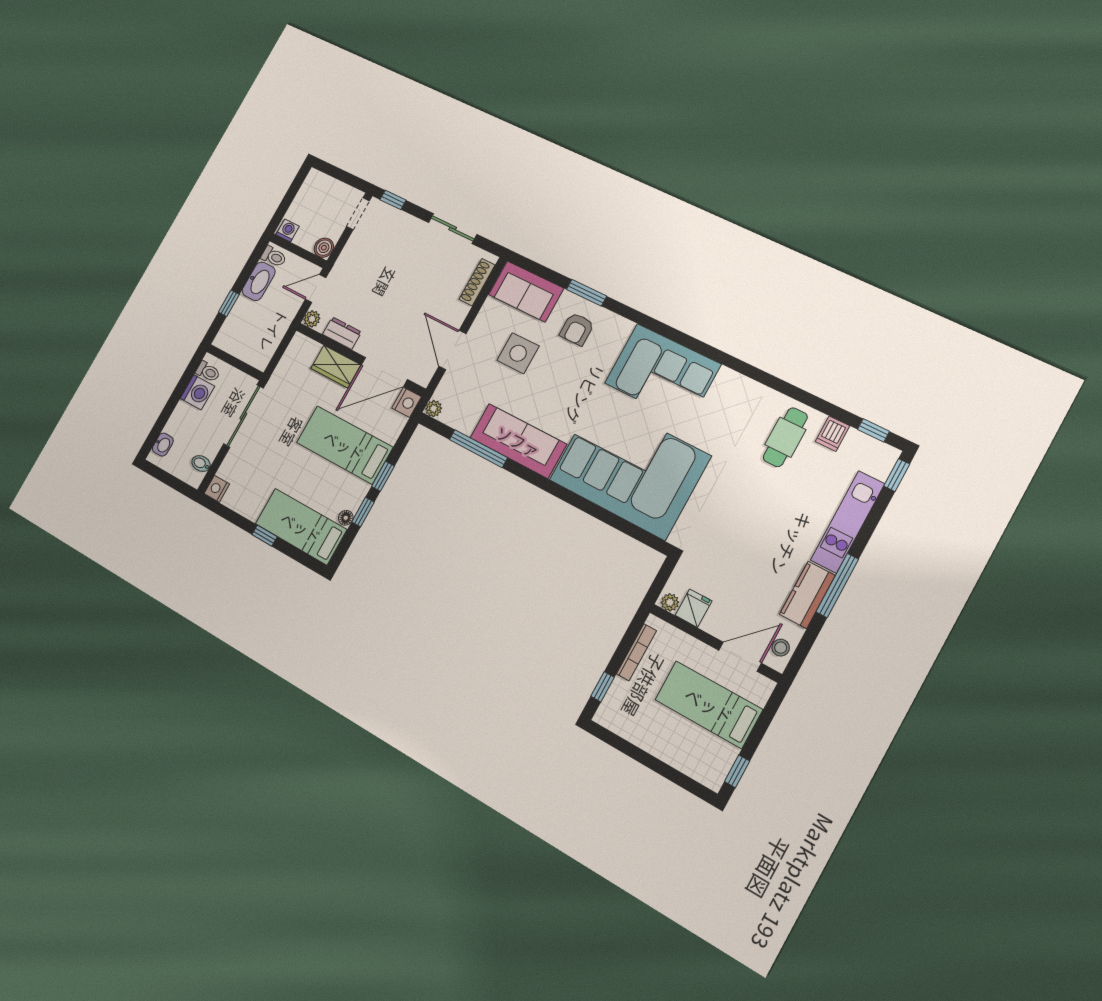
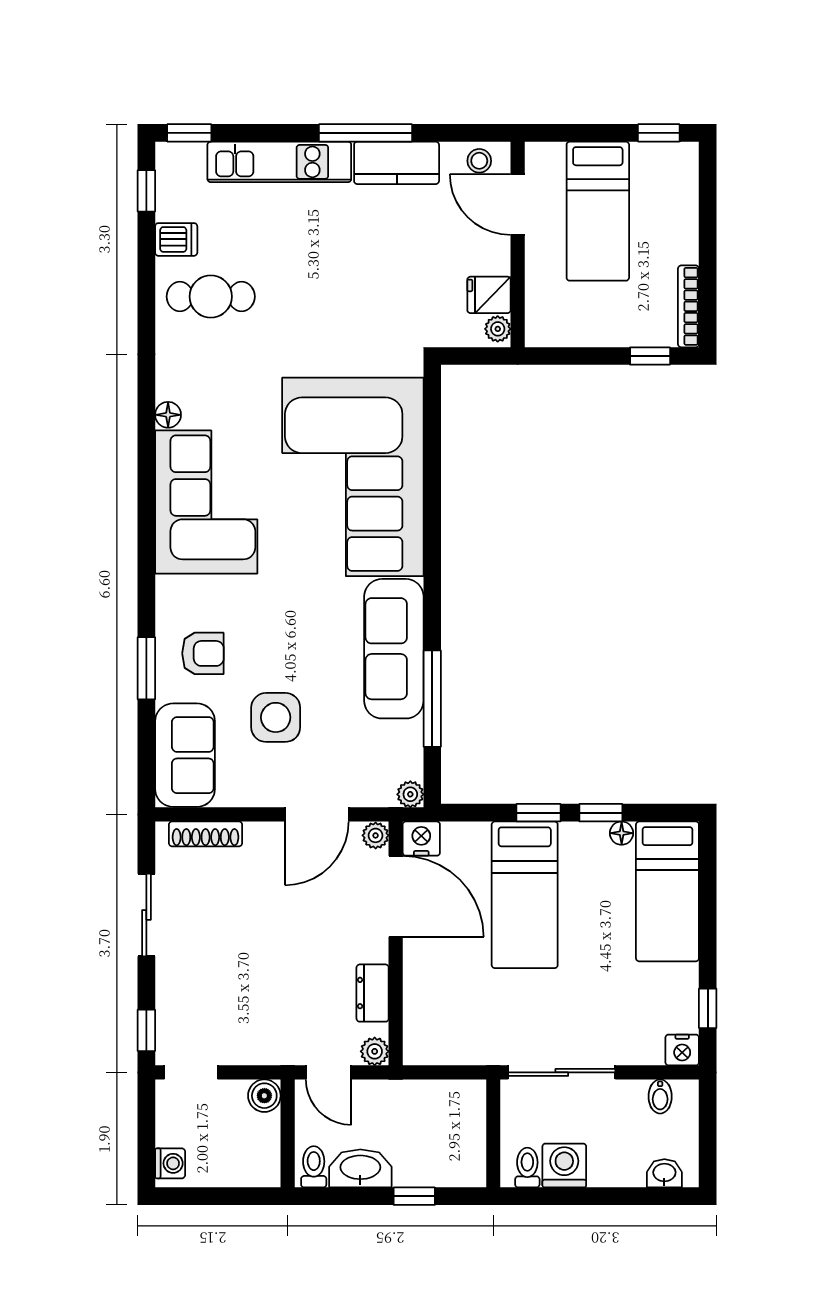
washing machine: (288, 230) -> (170, 1163), moved, turned 180
wardrobe: (336, 367) -> (424, 974), removed
floor lamp: (727, 376) -> (168, 415), added
plant: (423, 377) -> (376, 835), added
window: (265, 536) -> (708, 1008), moved
bookcase: (636, 652) -> (688, 306), moved, turned -90

